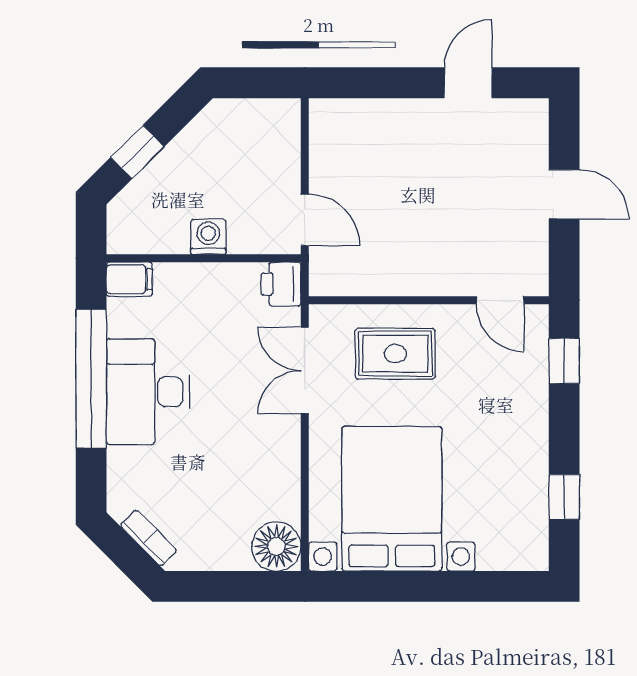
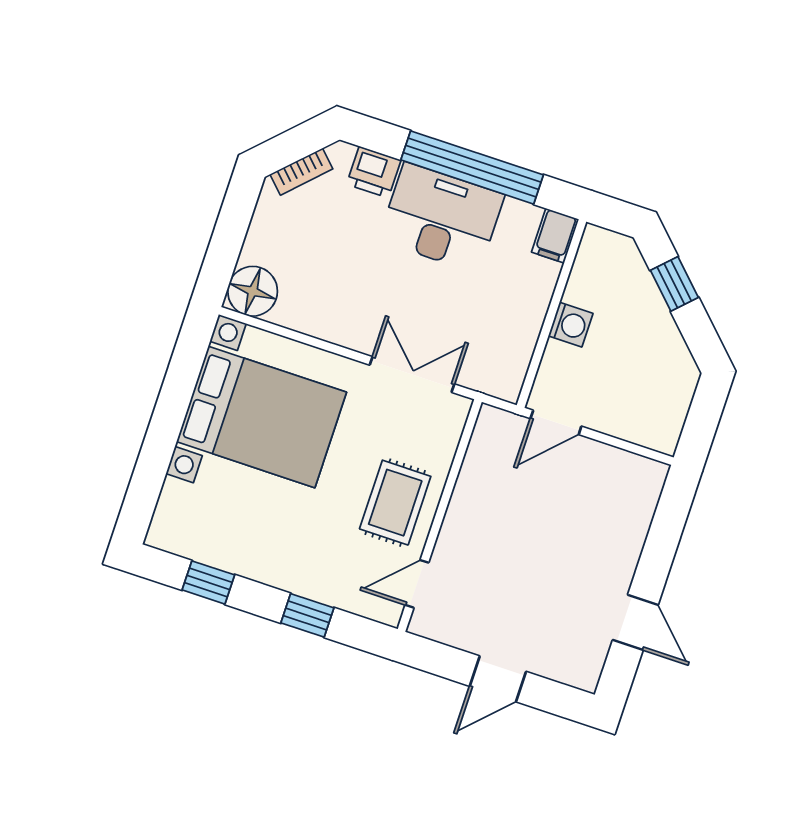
printer: (281, 284) -> (374, 172), moved, turned 180
rug: (395, 354) -> (395, 503), moved
window: (564, 361) -> (307, 615), moved

